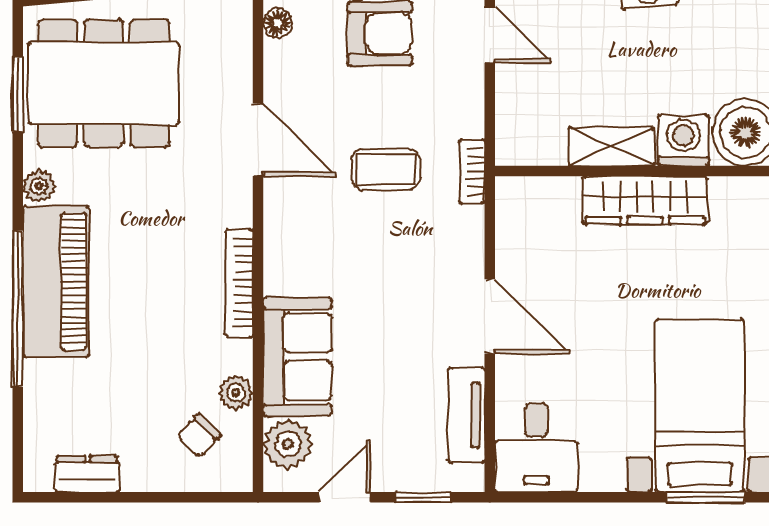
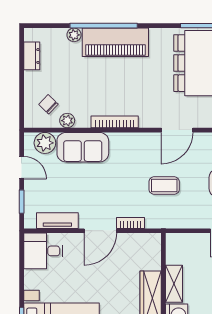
coffee table: (386, 169) -> (164, 186), turned 90
bookcase: (472, 171) -> (130, 223), moved
plant: (39, 186) -> (74, 35), moved

